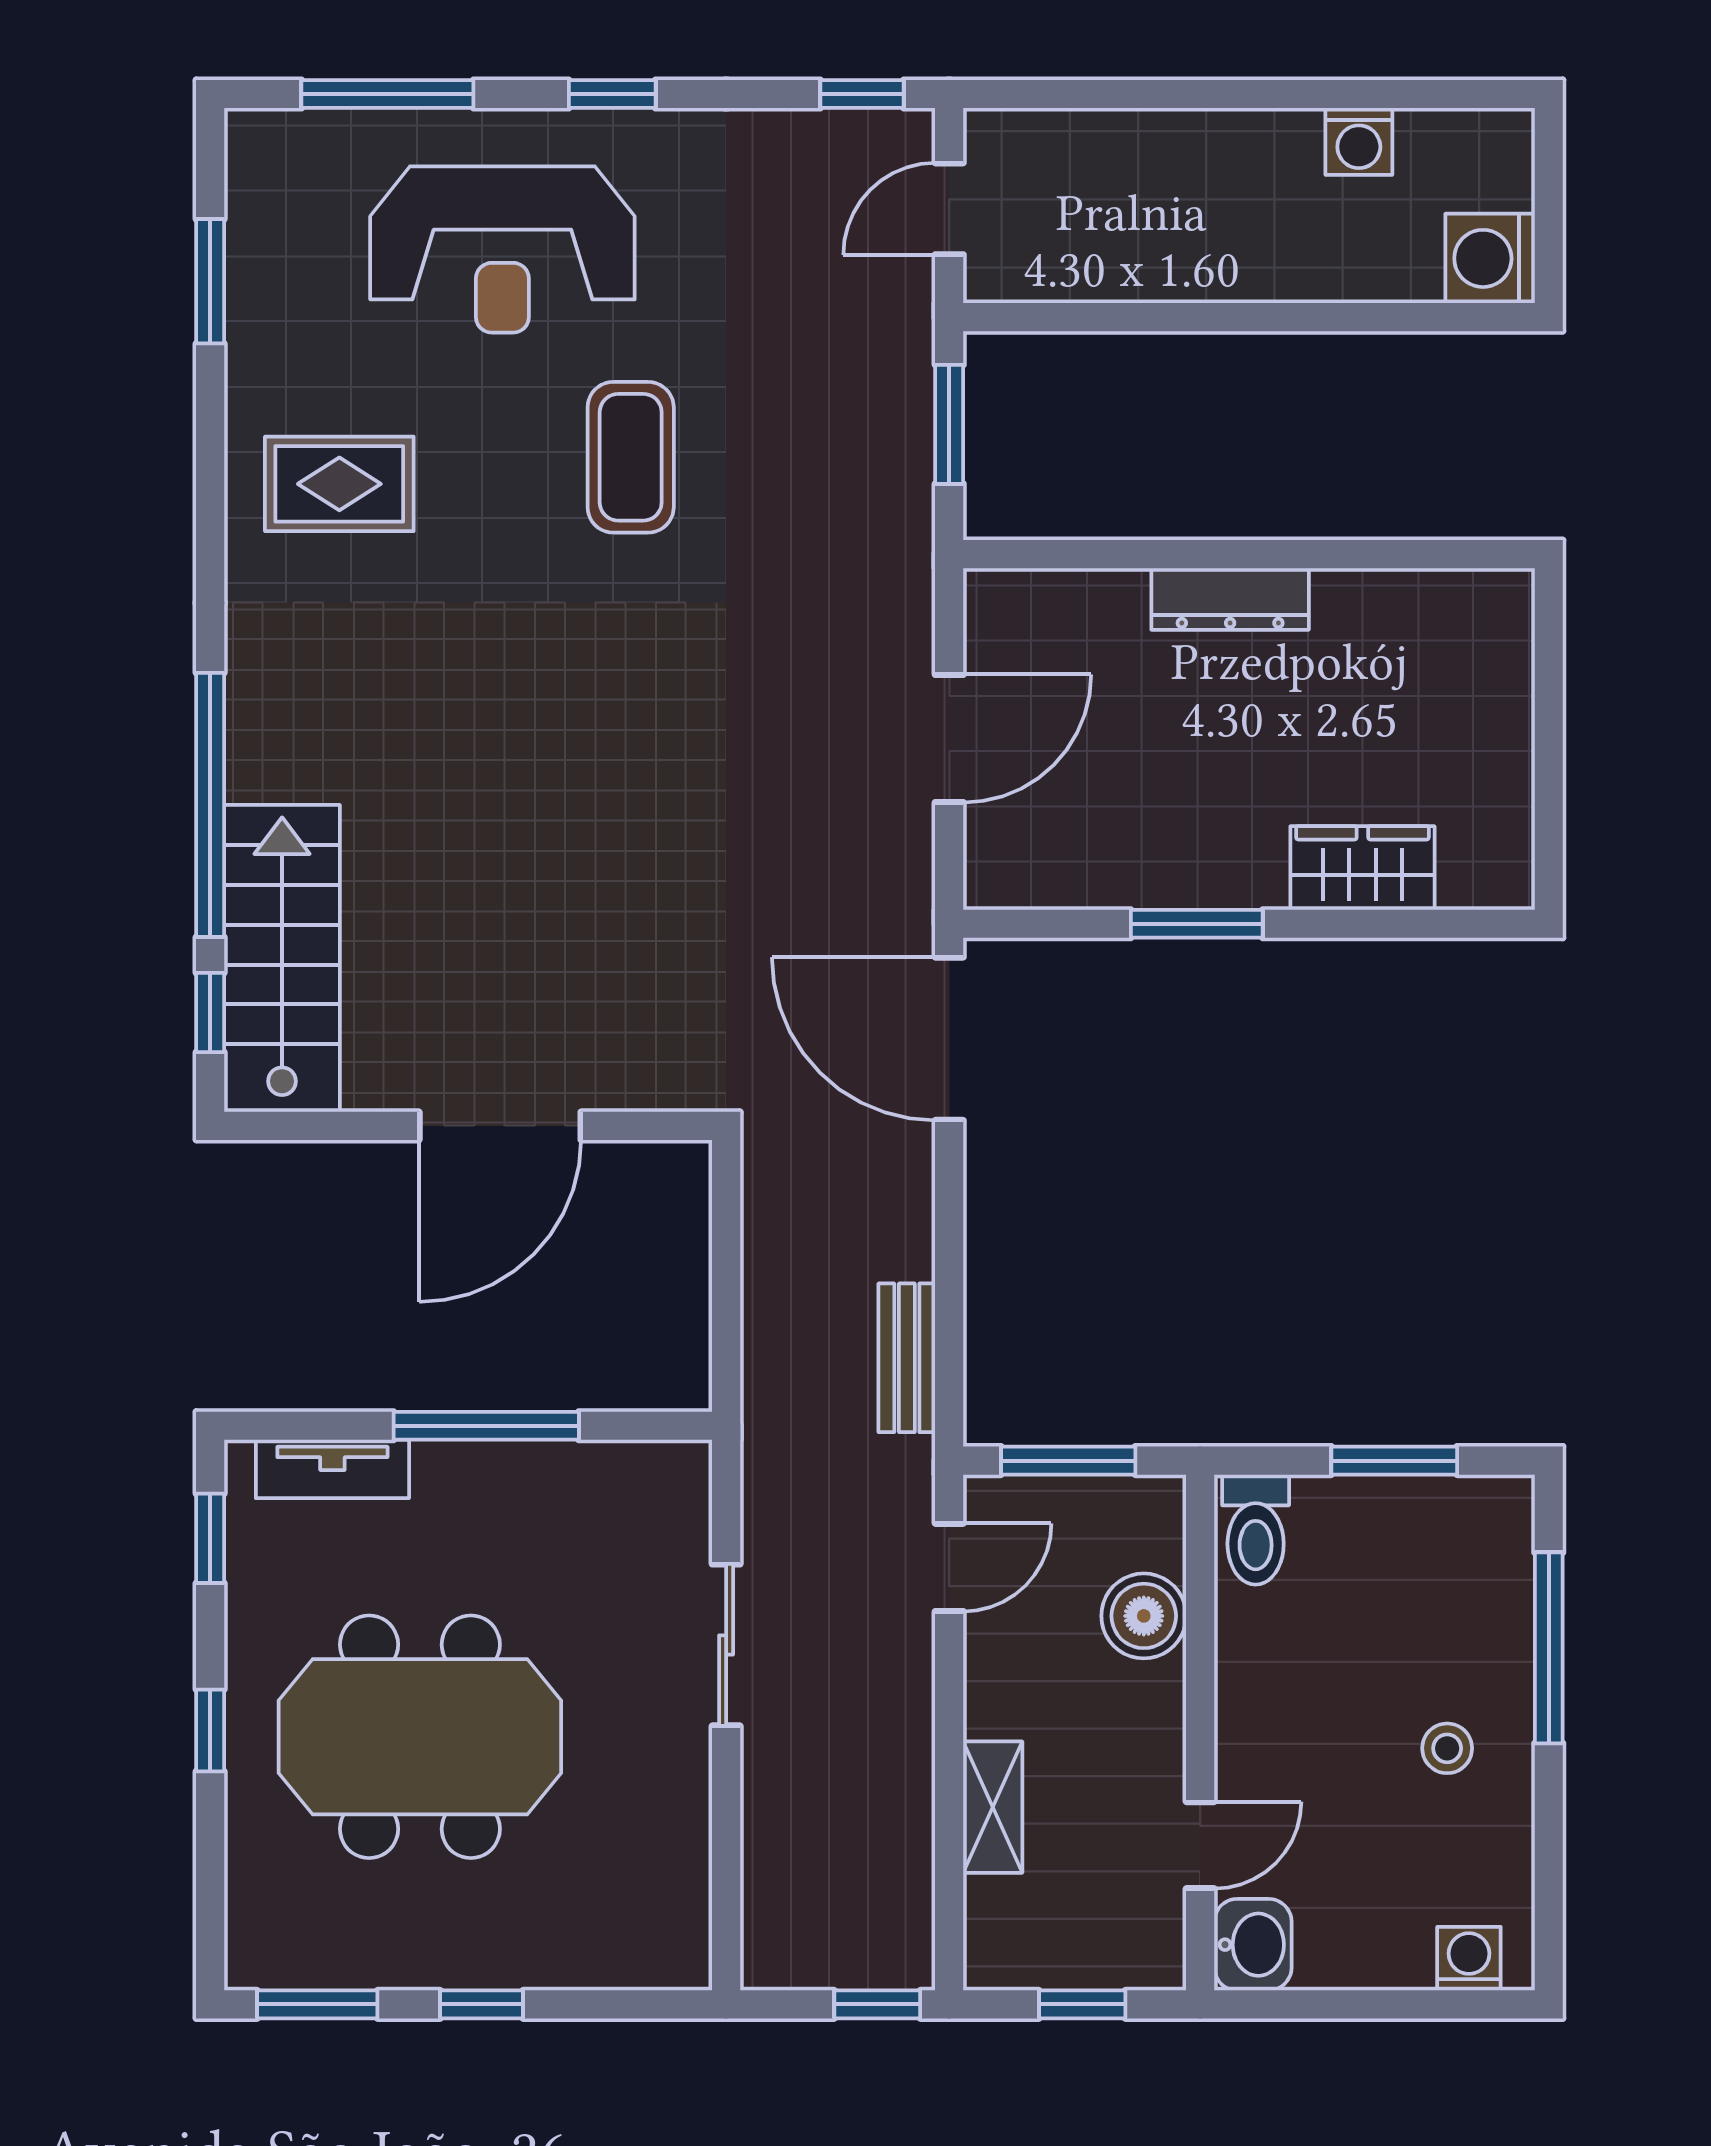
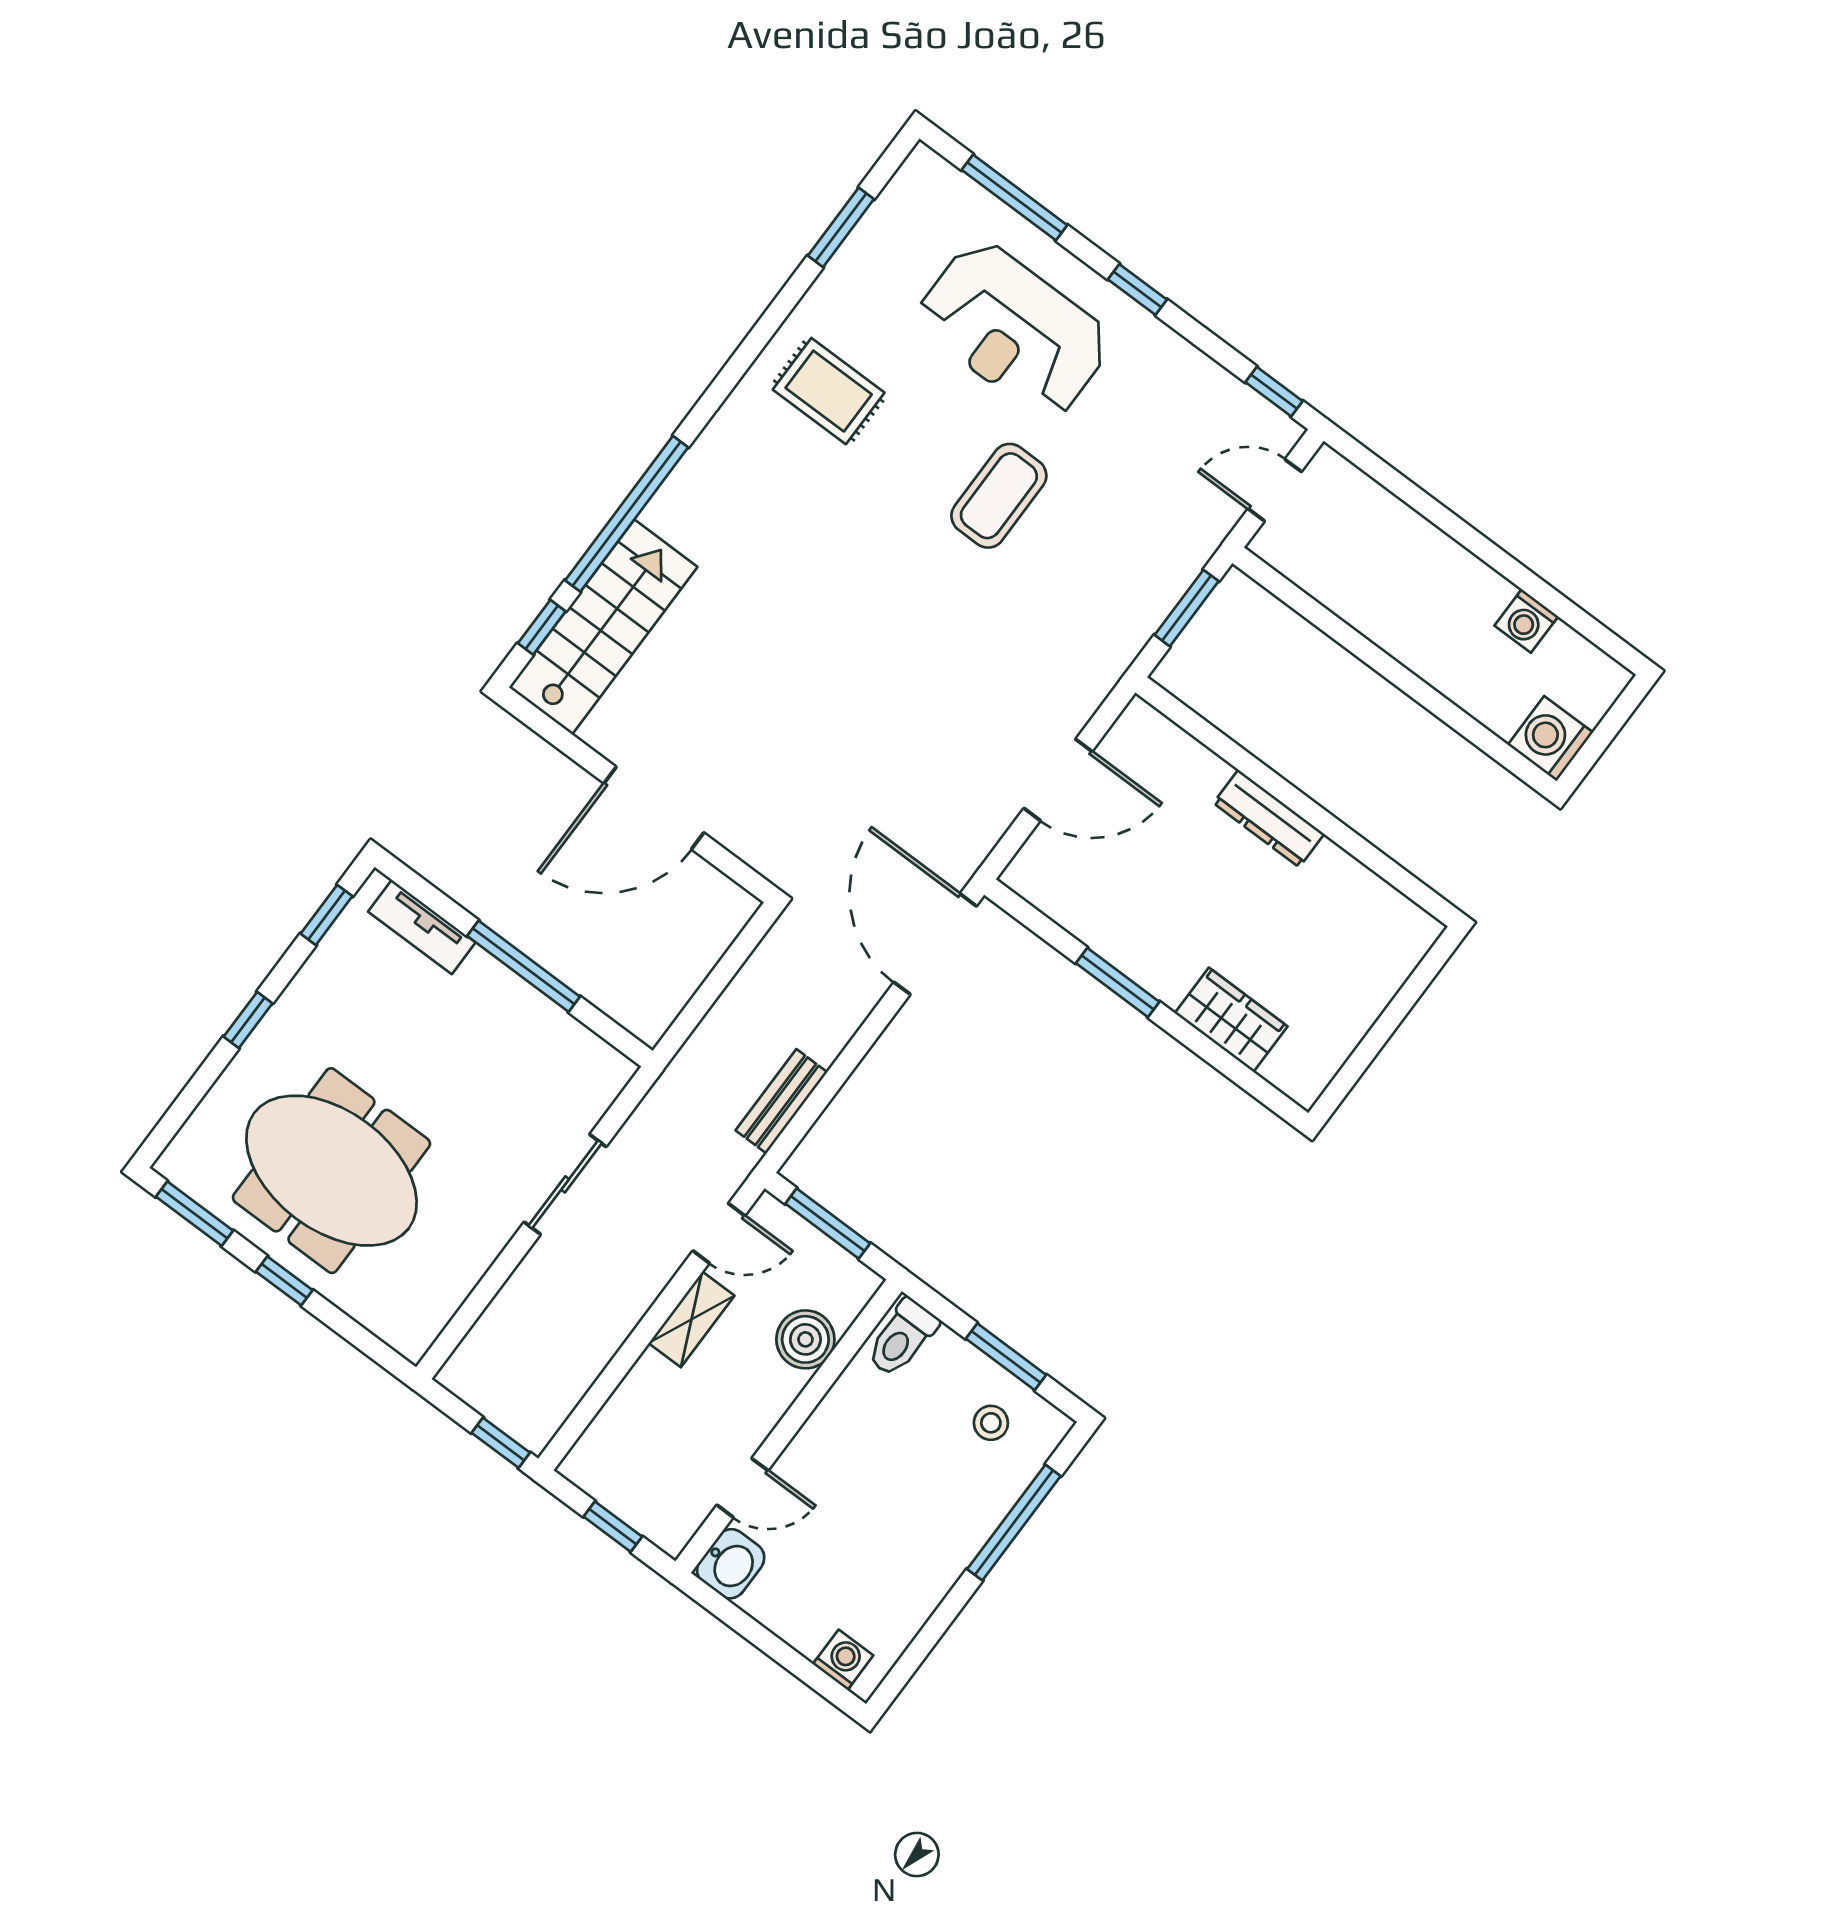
meeting table: (420, 1737) -> (331, 1171), moved
stool: (1447, 1748) -> (991, 1423), moved
shelving: (993, 1807) -> (692, 1319), moved

